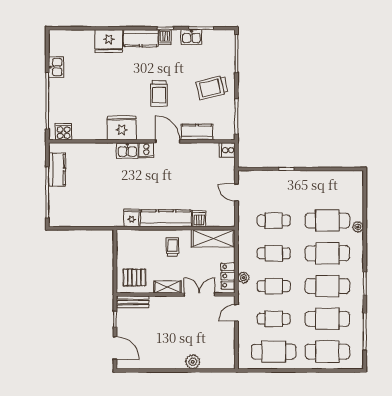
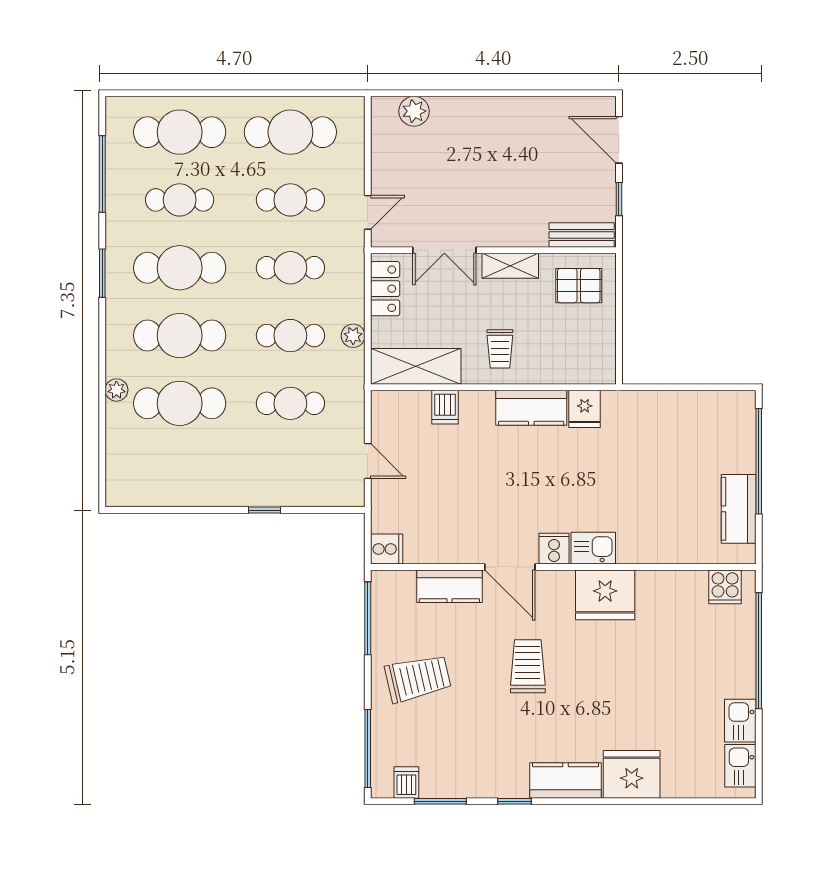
dishwasher: (165, 37) -> (406, 783), moved
kitchen sink: (191, 37) -> (740, 766), moved, turned -90
kitchen counter: (166, 218) -> (531, 408), width x0.67
plant: (243, 278) -> (353, 336), moved
cafe table: (327, 319) -> (180, 200), width x0.73, depth x0.74
plant: (193, 362) -> (414, 111), moved

